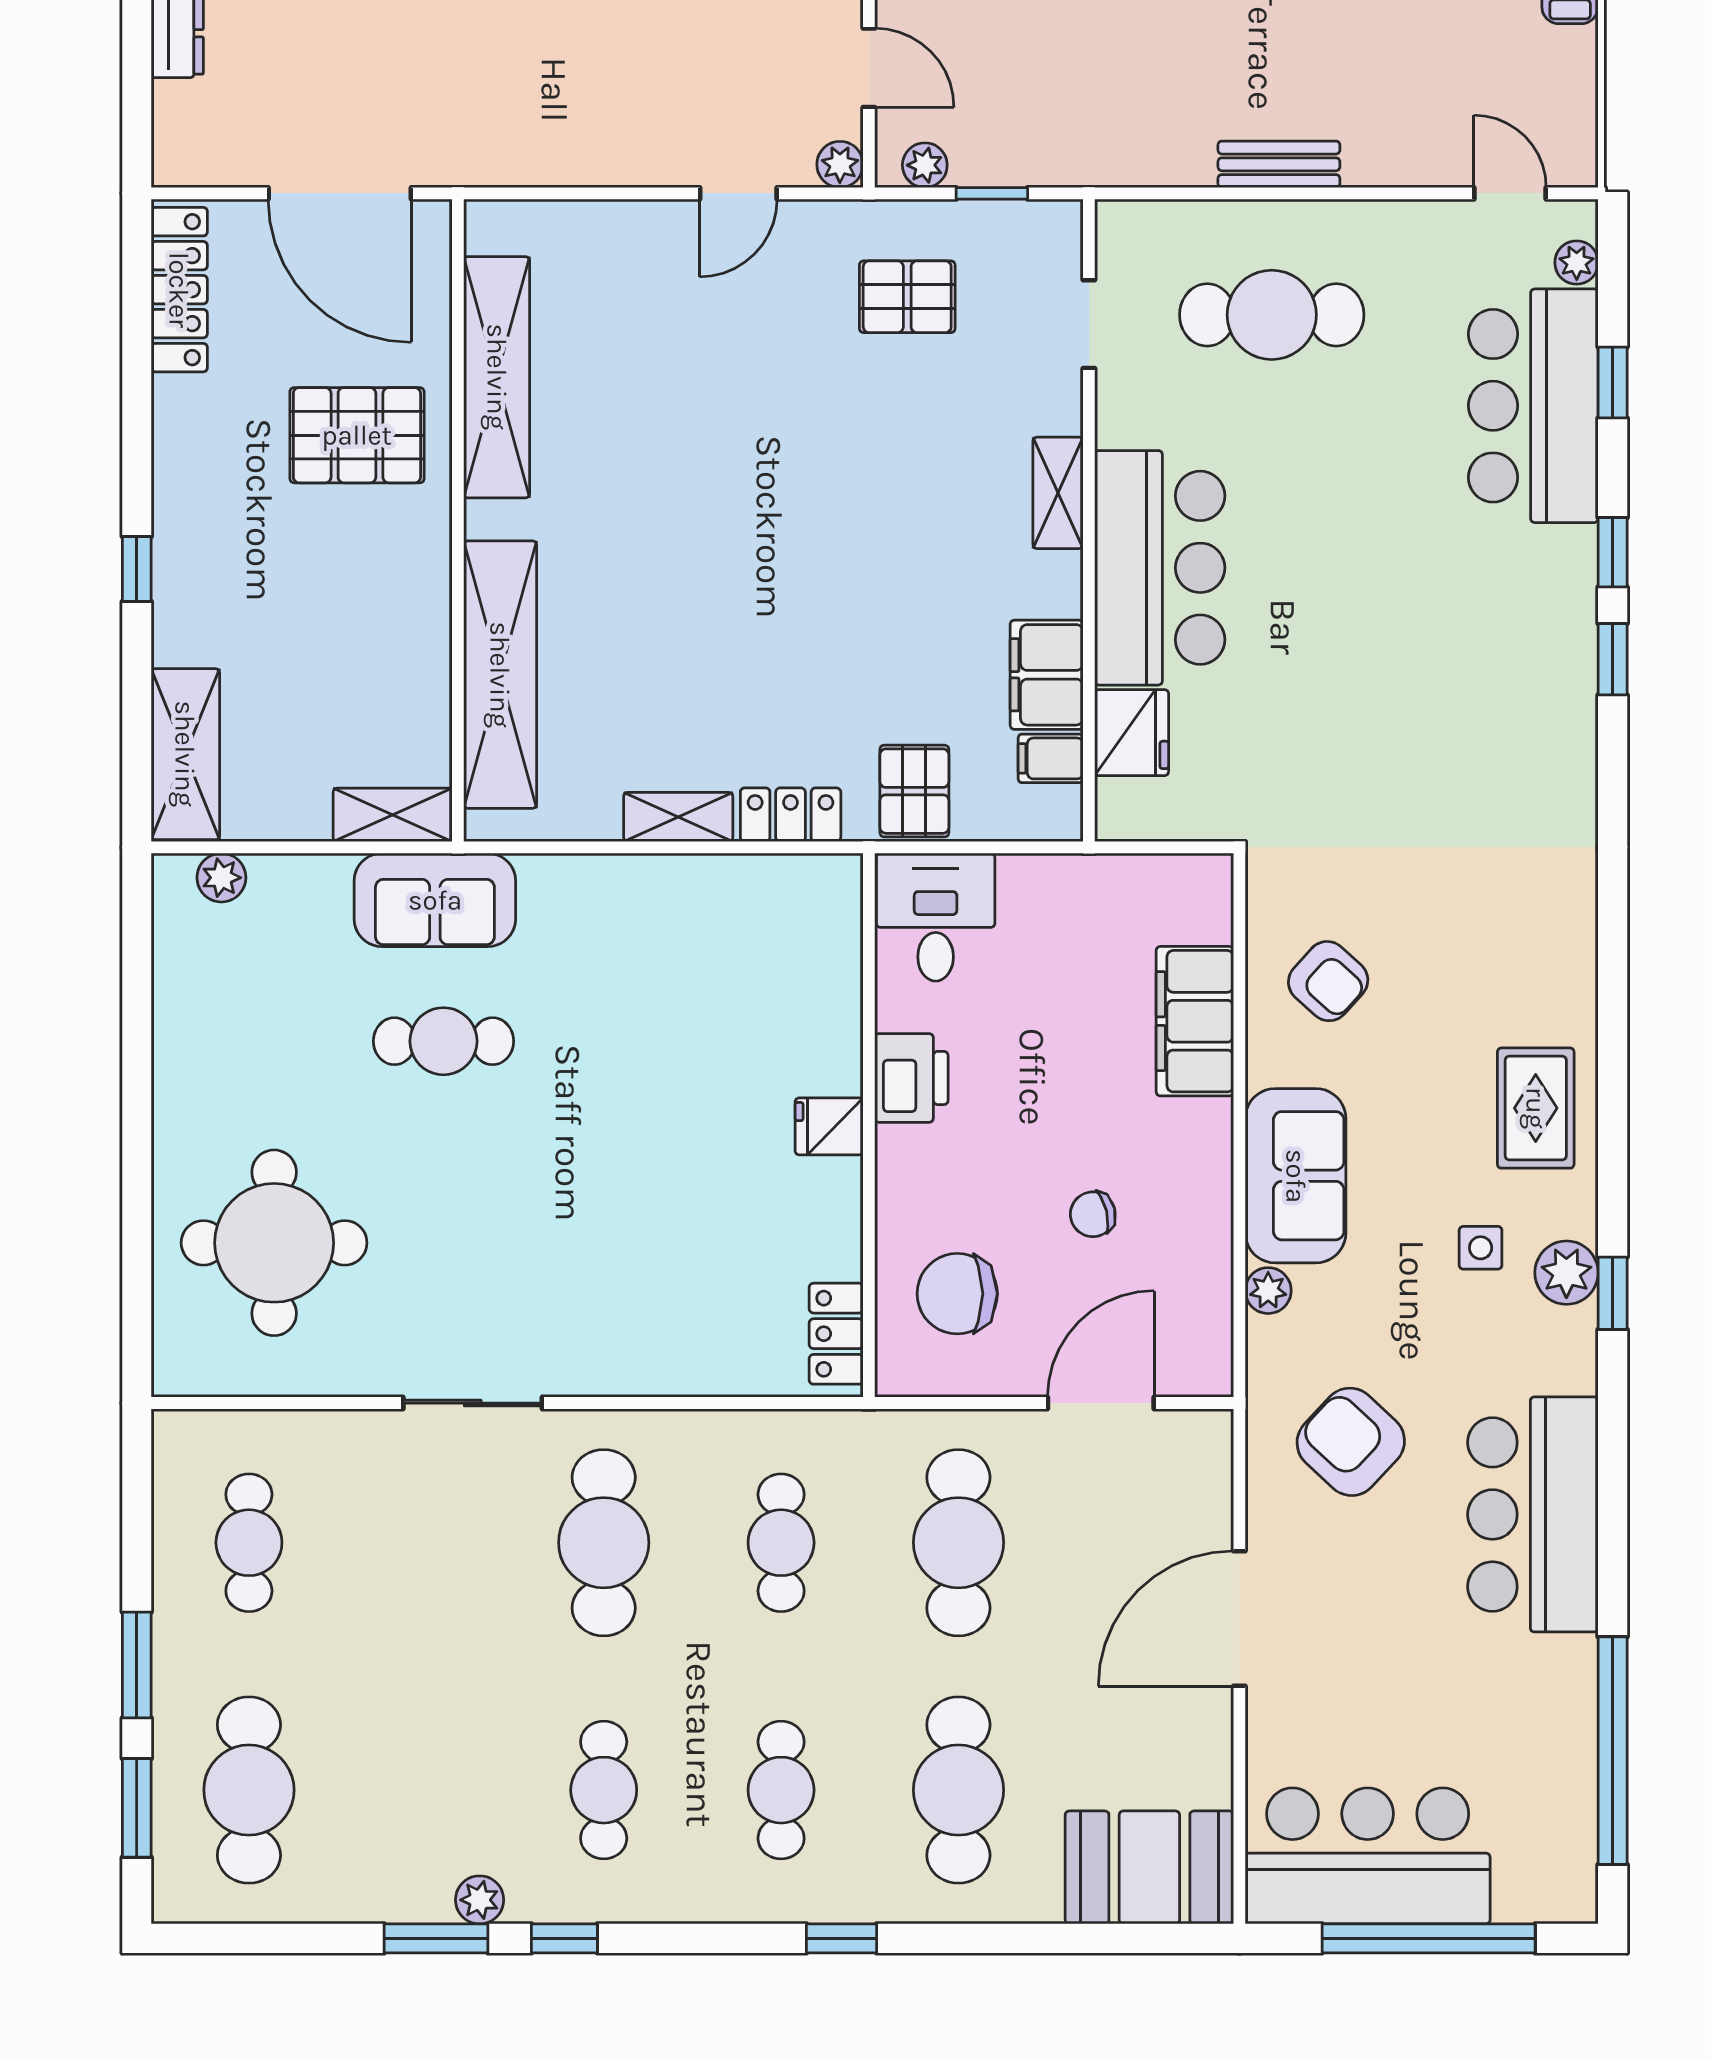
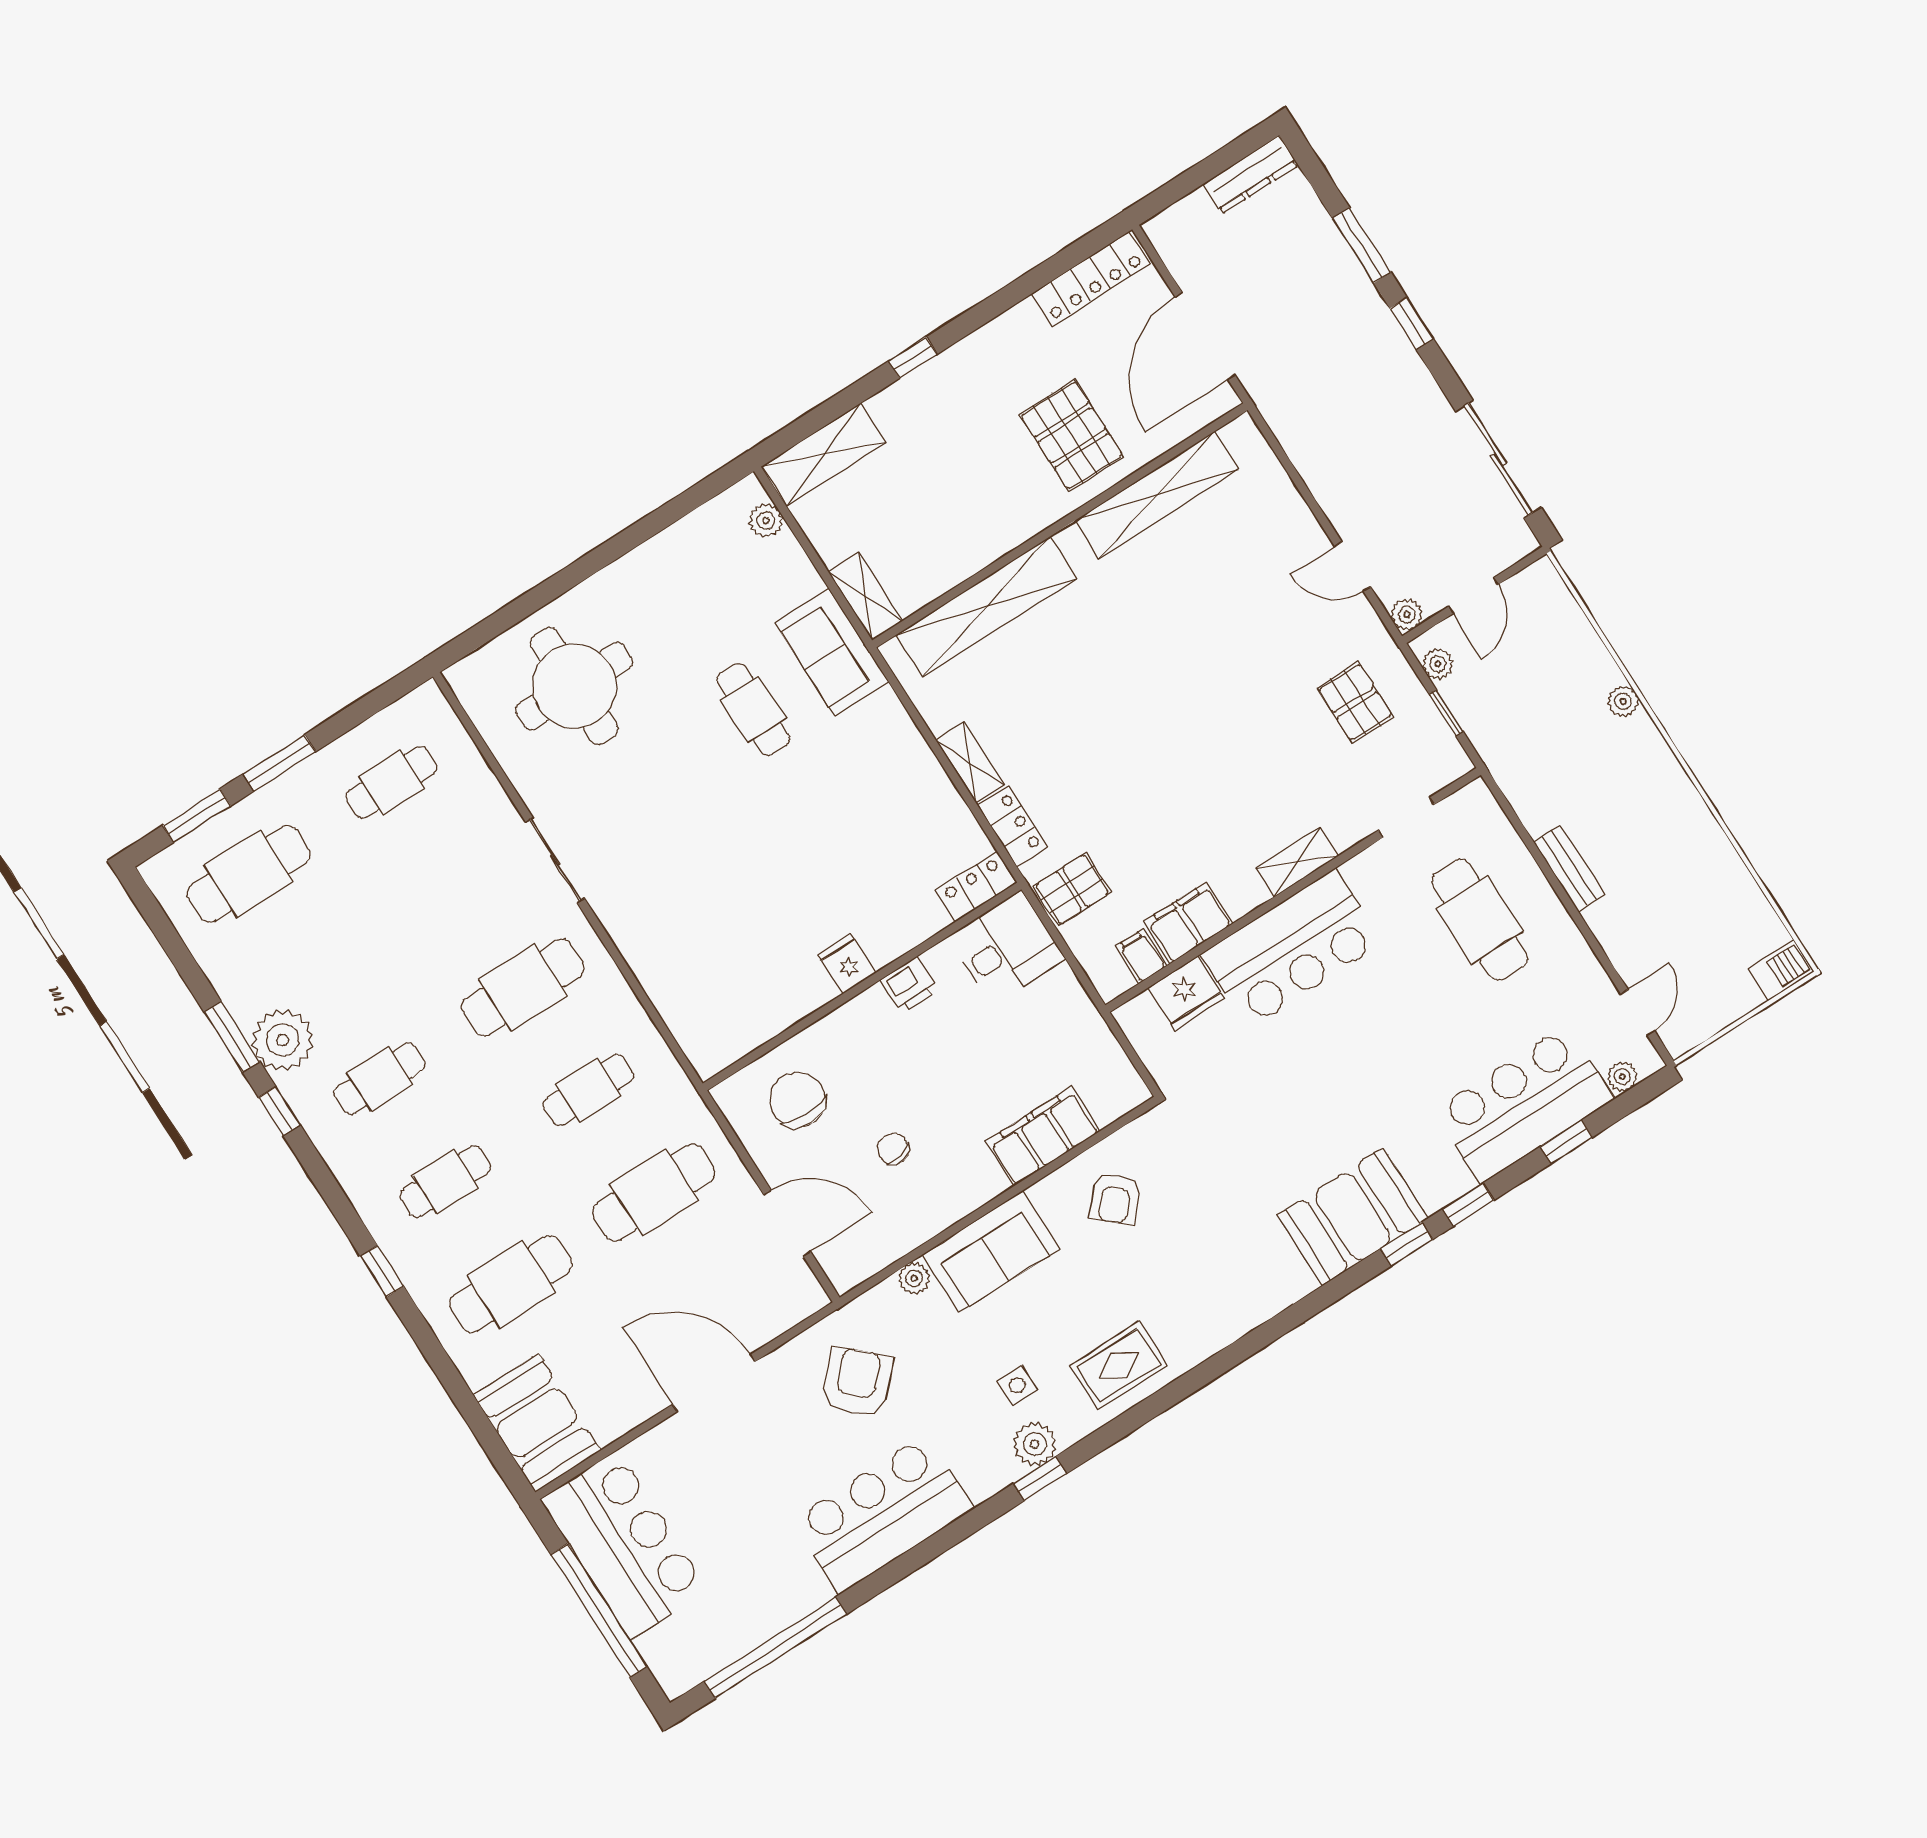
booth: (1537, 704) -> (1353, 1217), added
printer: (911, 1078) -> (909, 985), width x0.73, depth x0.81
locker: (836, 1334) -> (976, 887), moved
plant: (480, 1900) -> (283, 1040), width x1.87, depth x1.87

